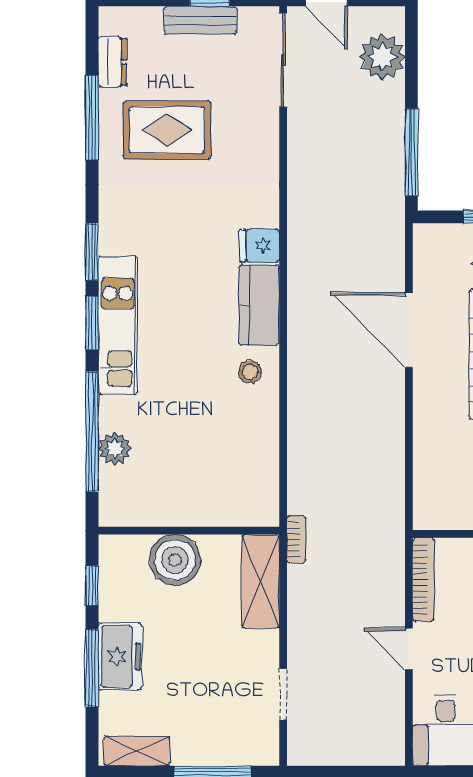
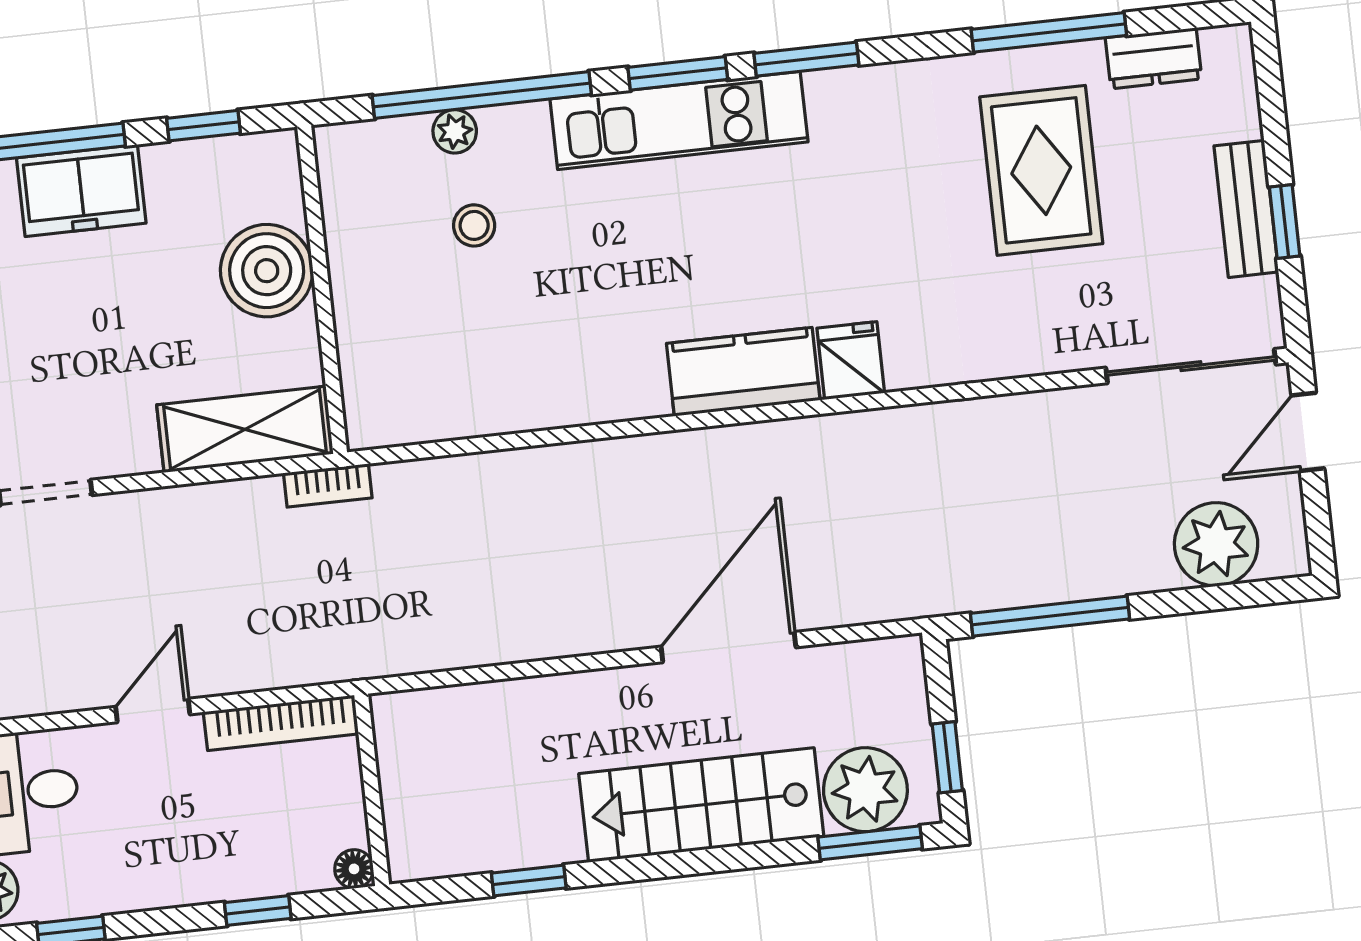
stool: (250, 372) -> (474, 225), moved
plant: (115, 449) -> (455, 131), width x0.73, depth x0.73

